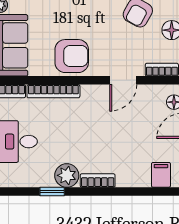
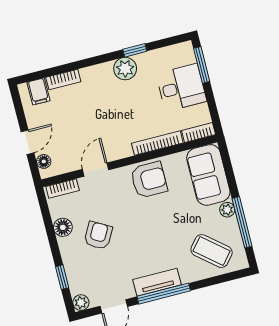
armchair: (72, 56) -> (149, 180), turned 180
bookcase: (98, 180) -> (63, 80), moved

